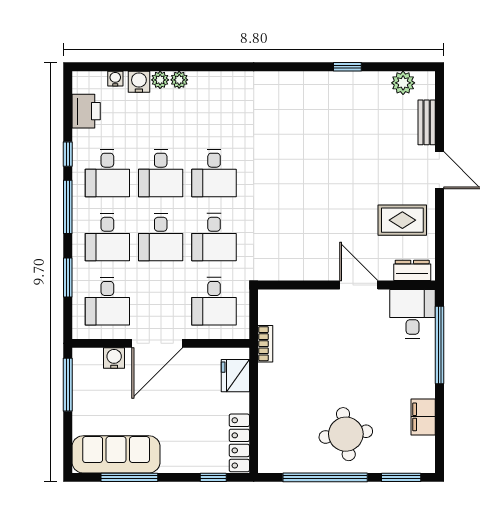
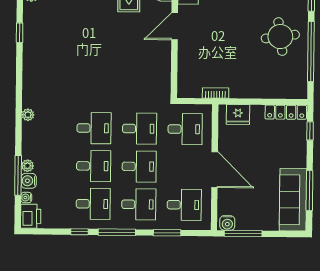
window: (146, 67) -> (18, 175), added
plant: (179, 80) -> (28, 115), moved
printer: (86, 111) -> (31, 216), moved, turned 90
water cooler: (114, 358) -> (227, 223), moved, turned -90

